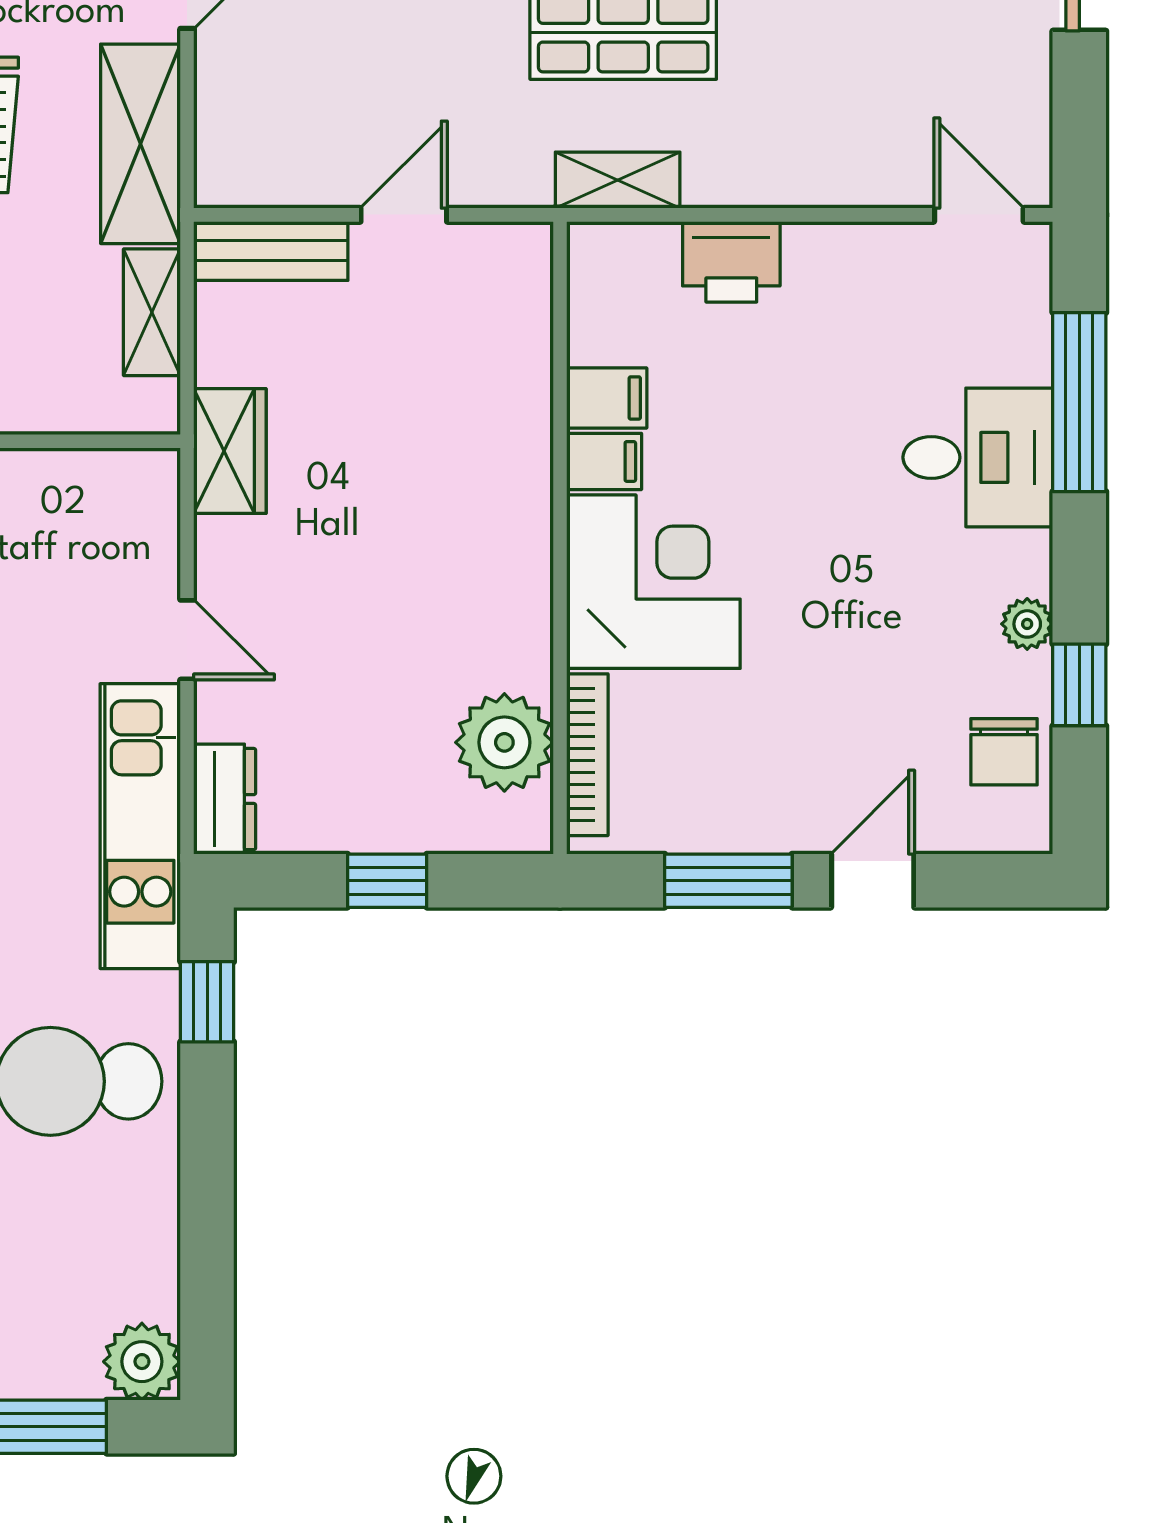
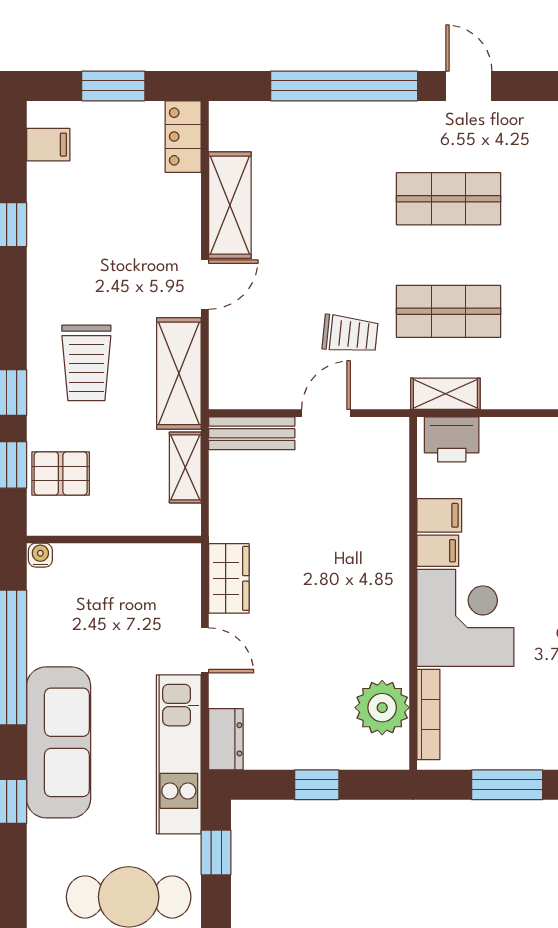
trolley: (447, 73) -> (350, 334), added
printer: (731, 262) -> (452, 439), moved
wardrobe: (230, 451) -> (229, 578), moved

